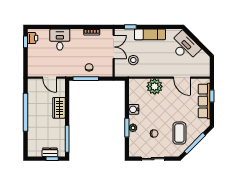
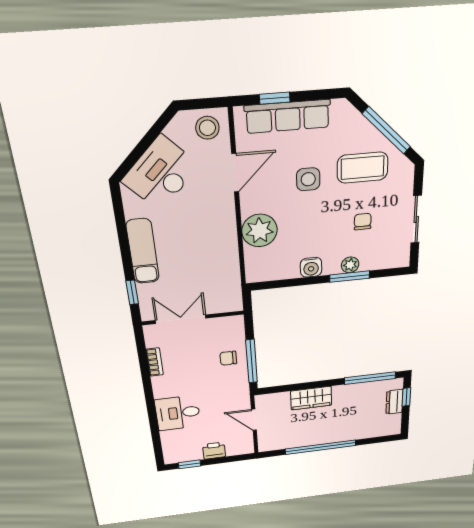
printer: (33, 38) -> (214, 451), moved
stool: (133, 60) -> (207, 128), moved
door: (50, 78) -> (254, 420), swing flipped
side table: (176, 109) -> (308, 179), added

